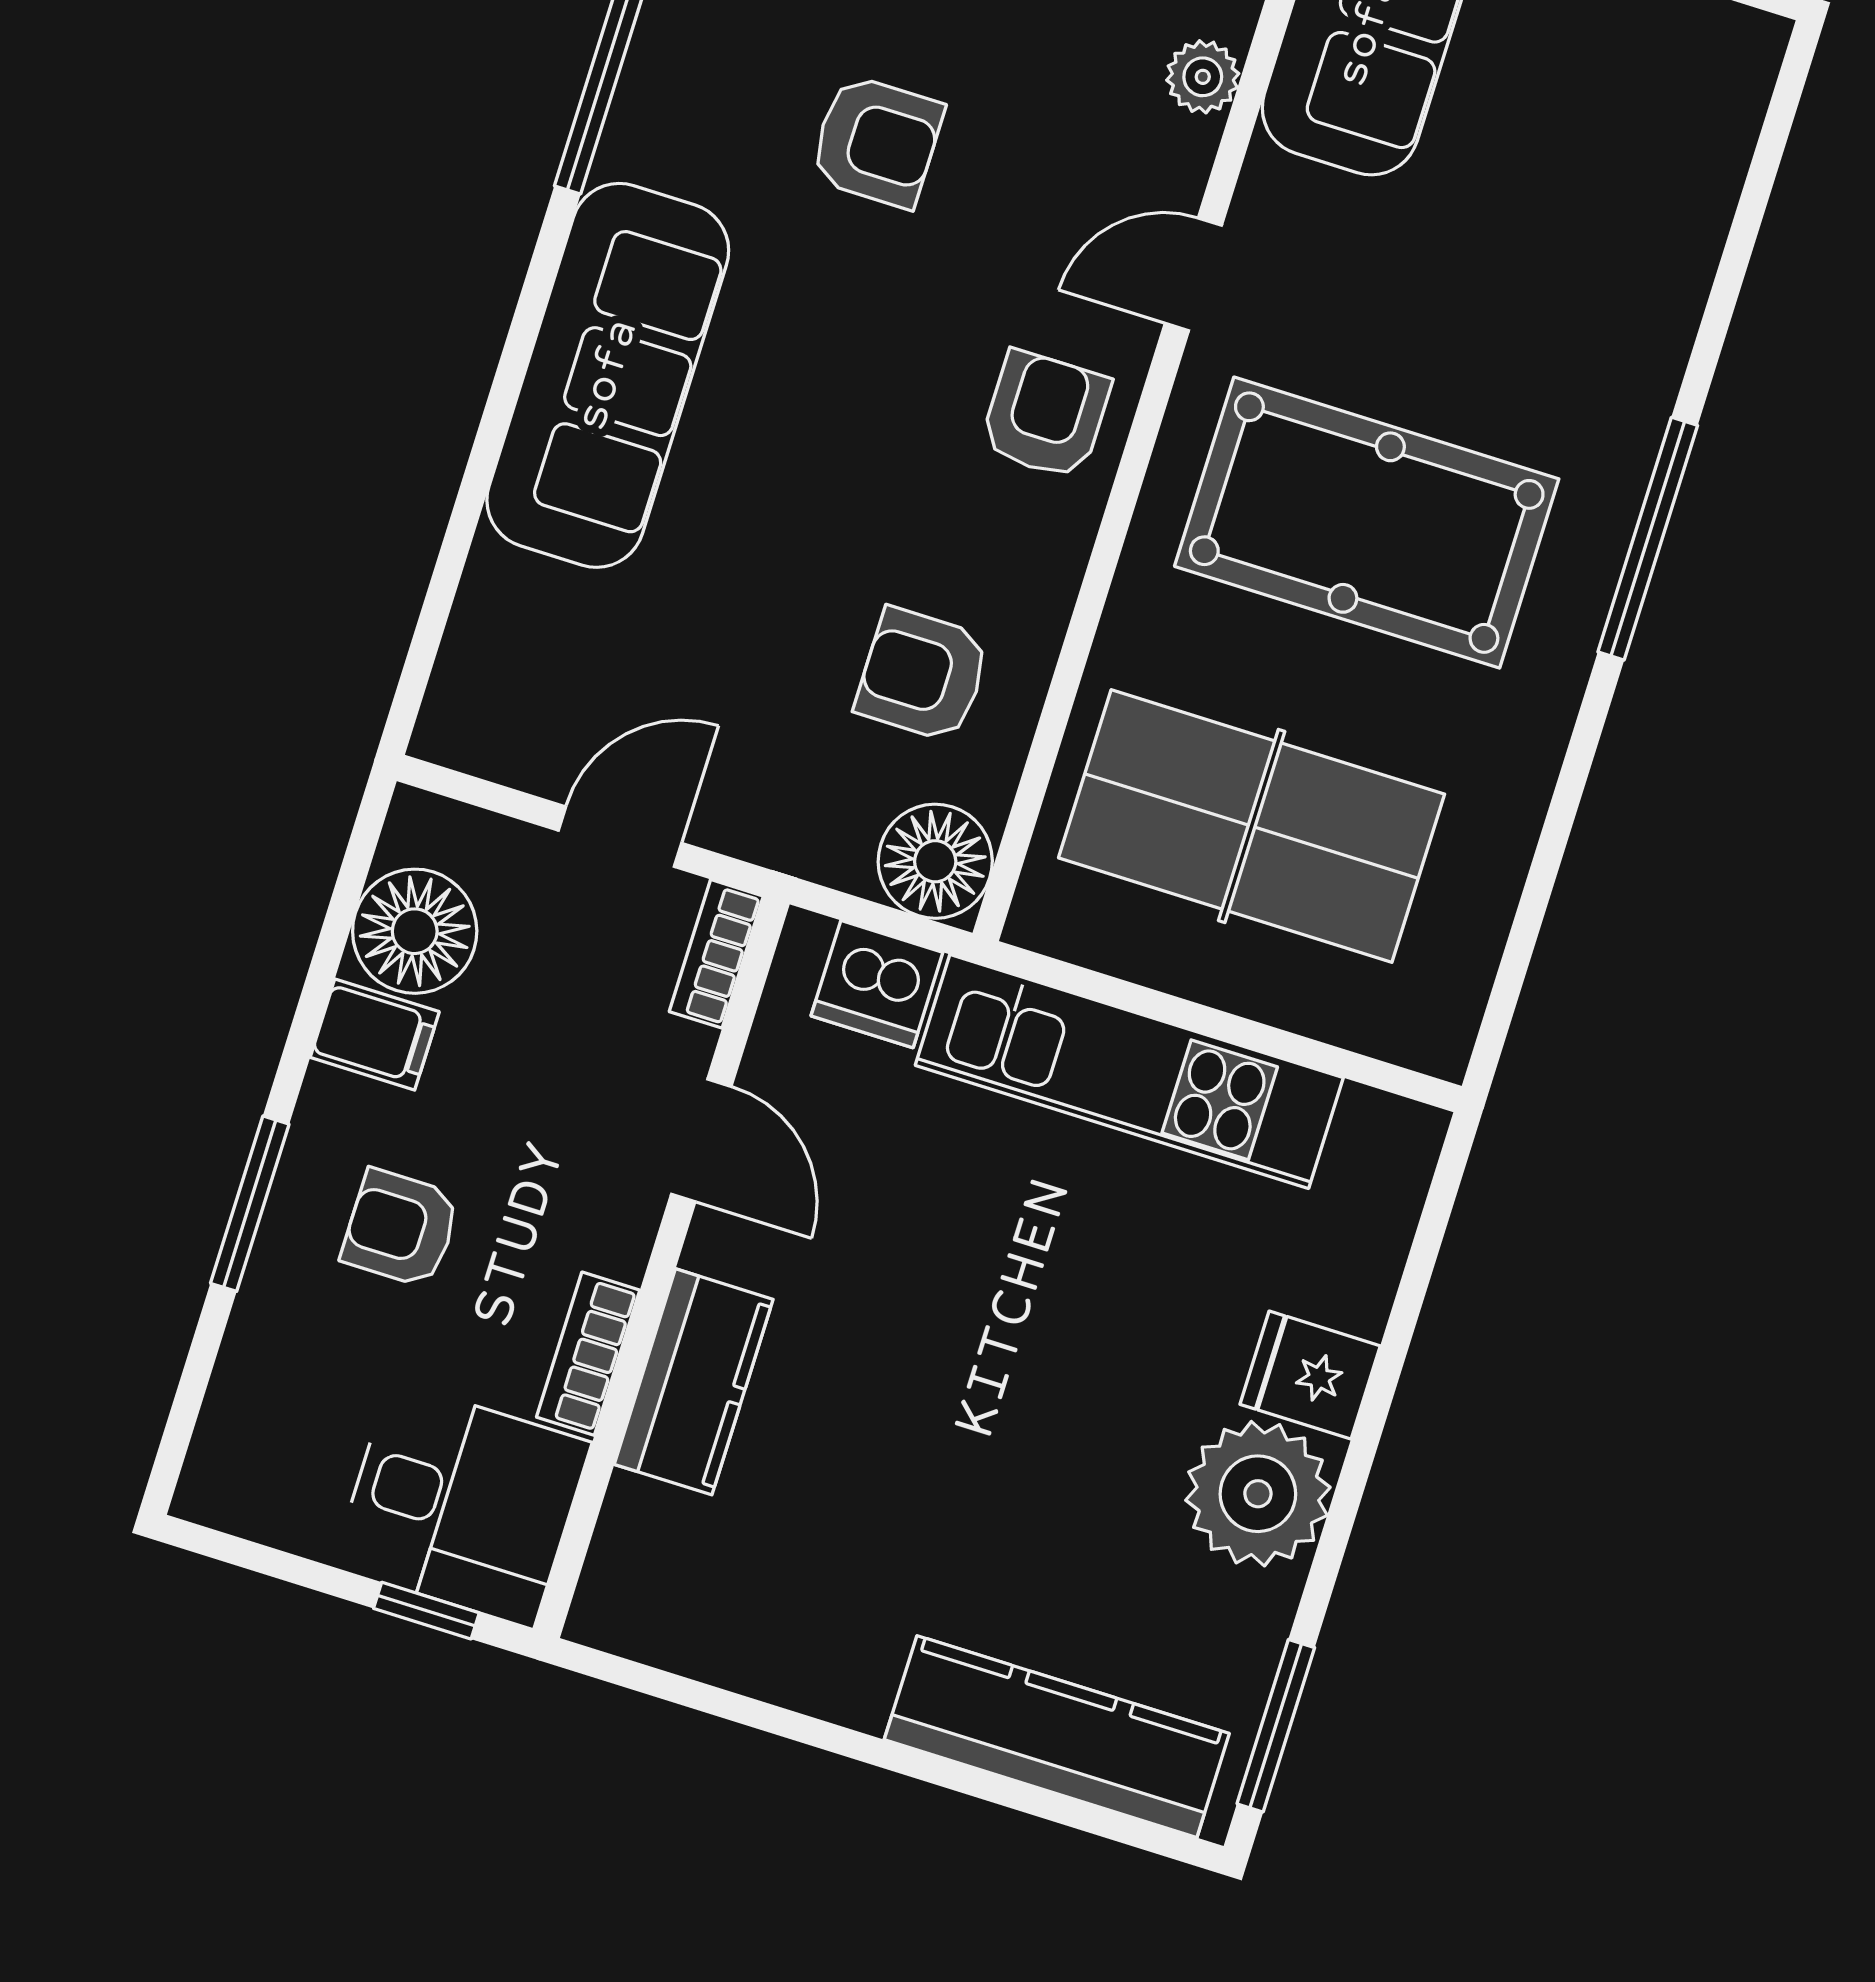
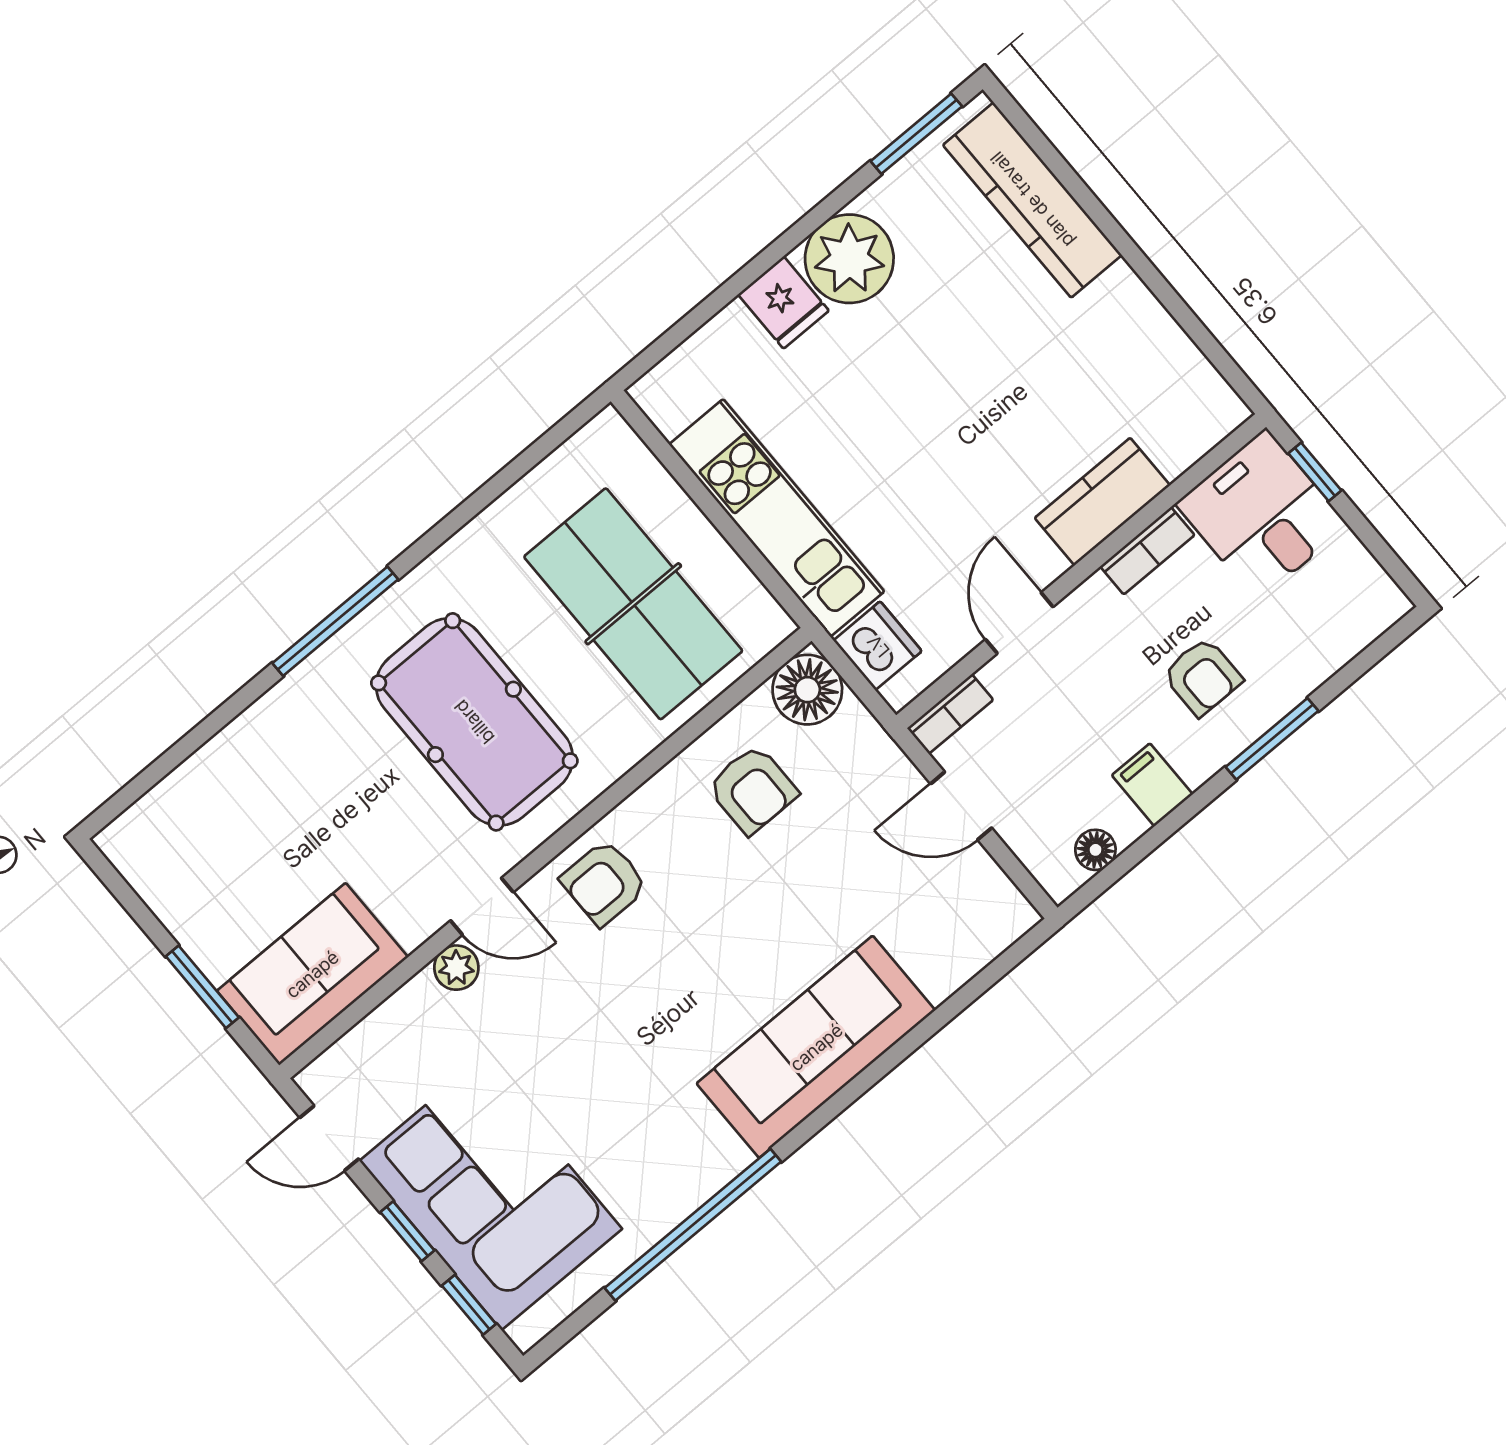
plant: (1203, 77) -> (456, 968), moved
armchair: (876, 141) -> (601, 1079), removed
floor lamp: (415, 931) -> (1095, 850), width x0.53, depth x0.53

